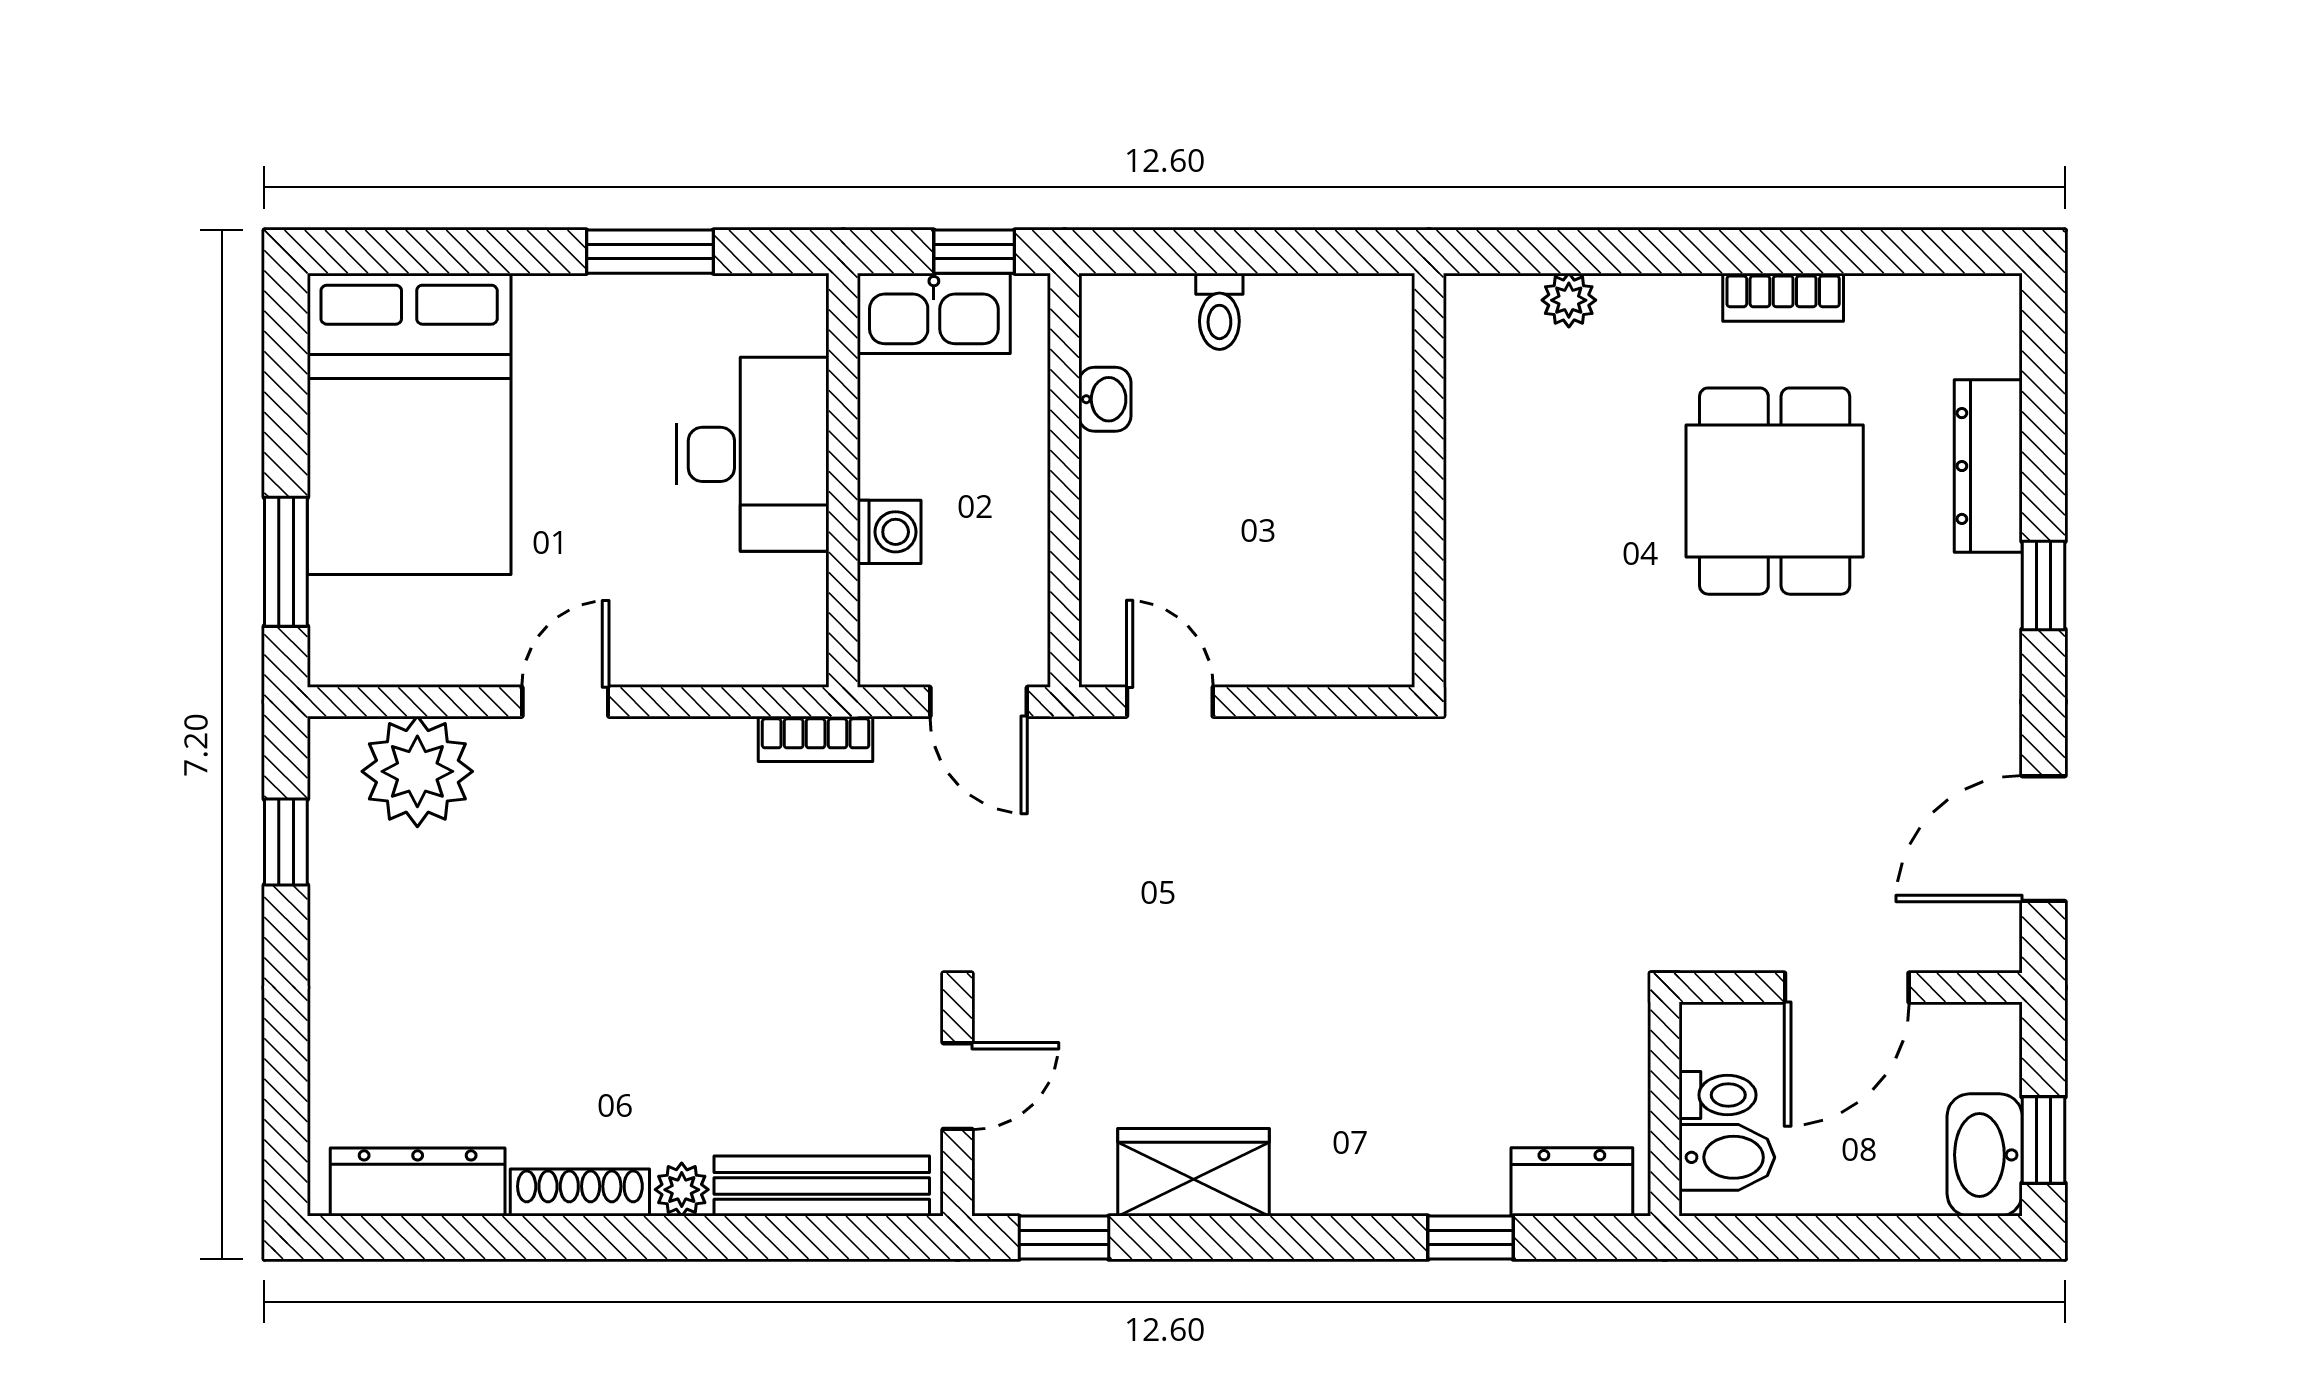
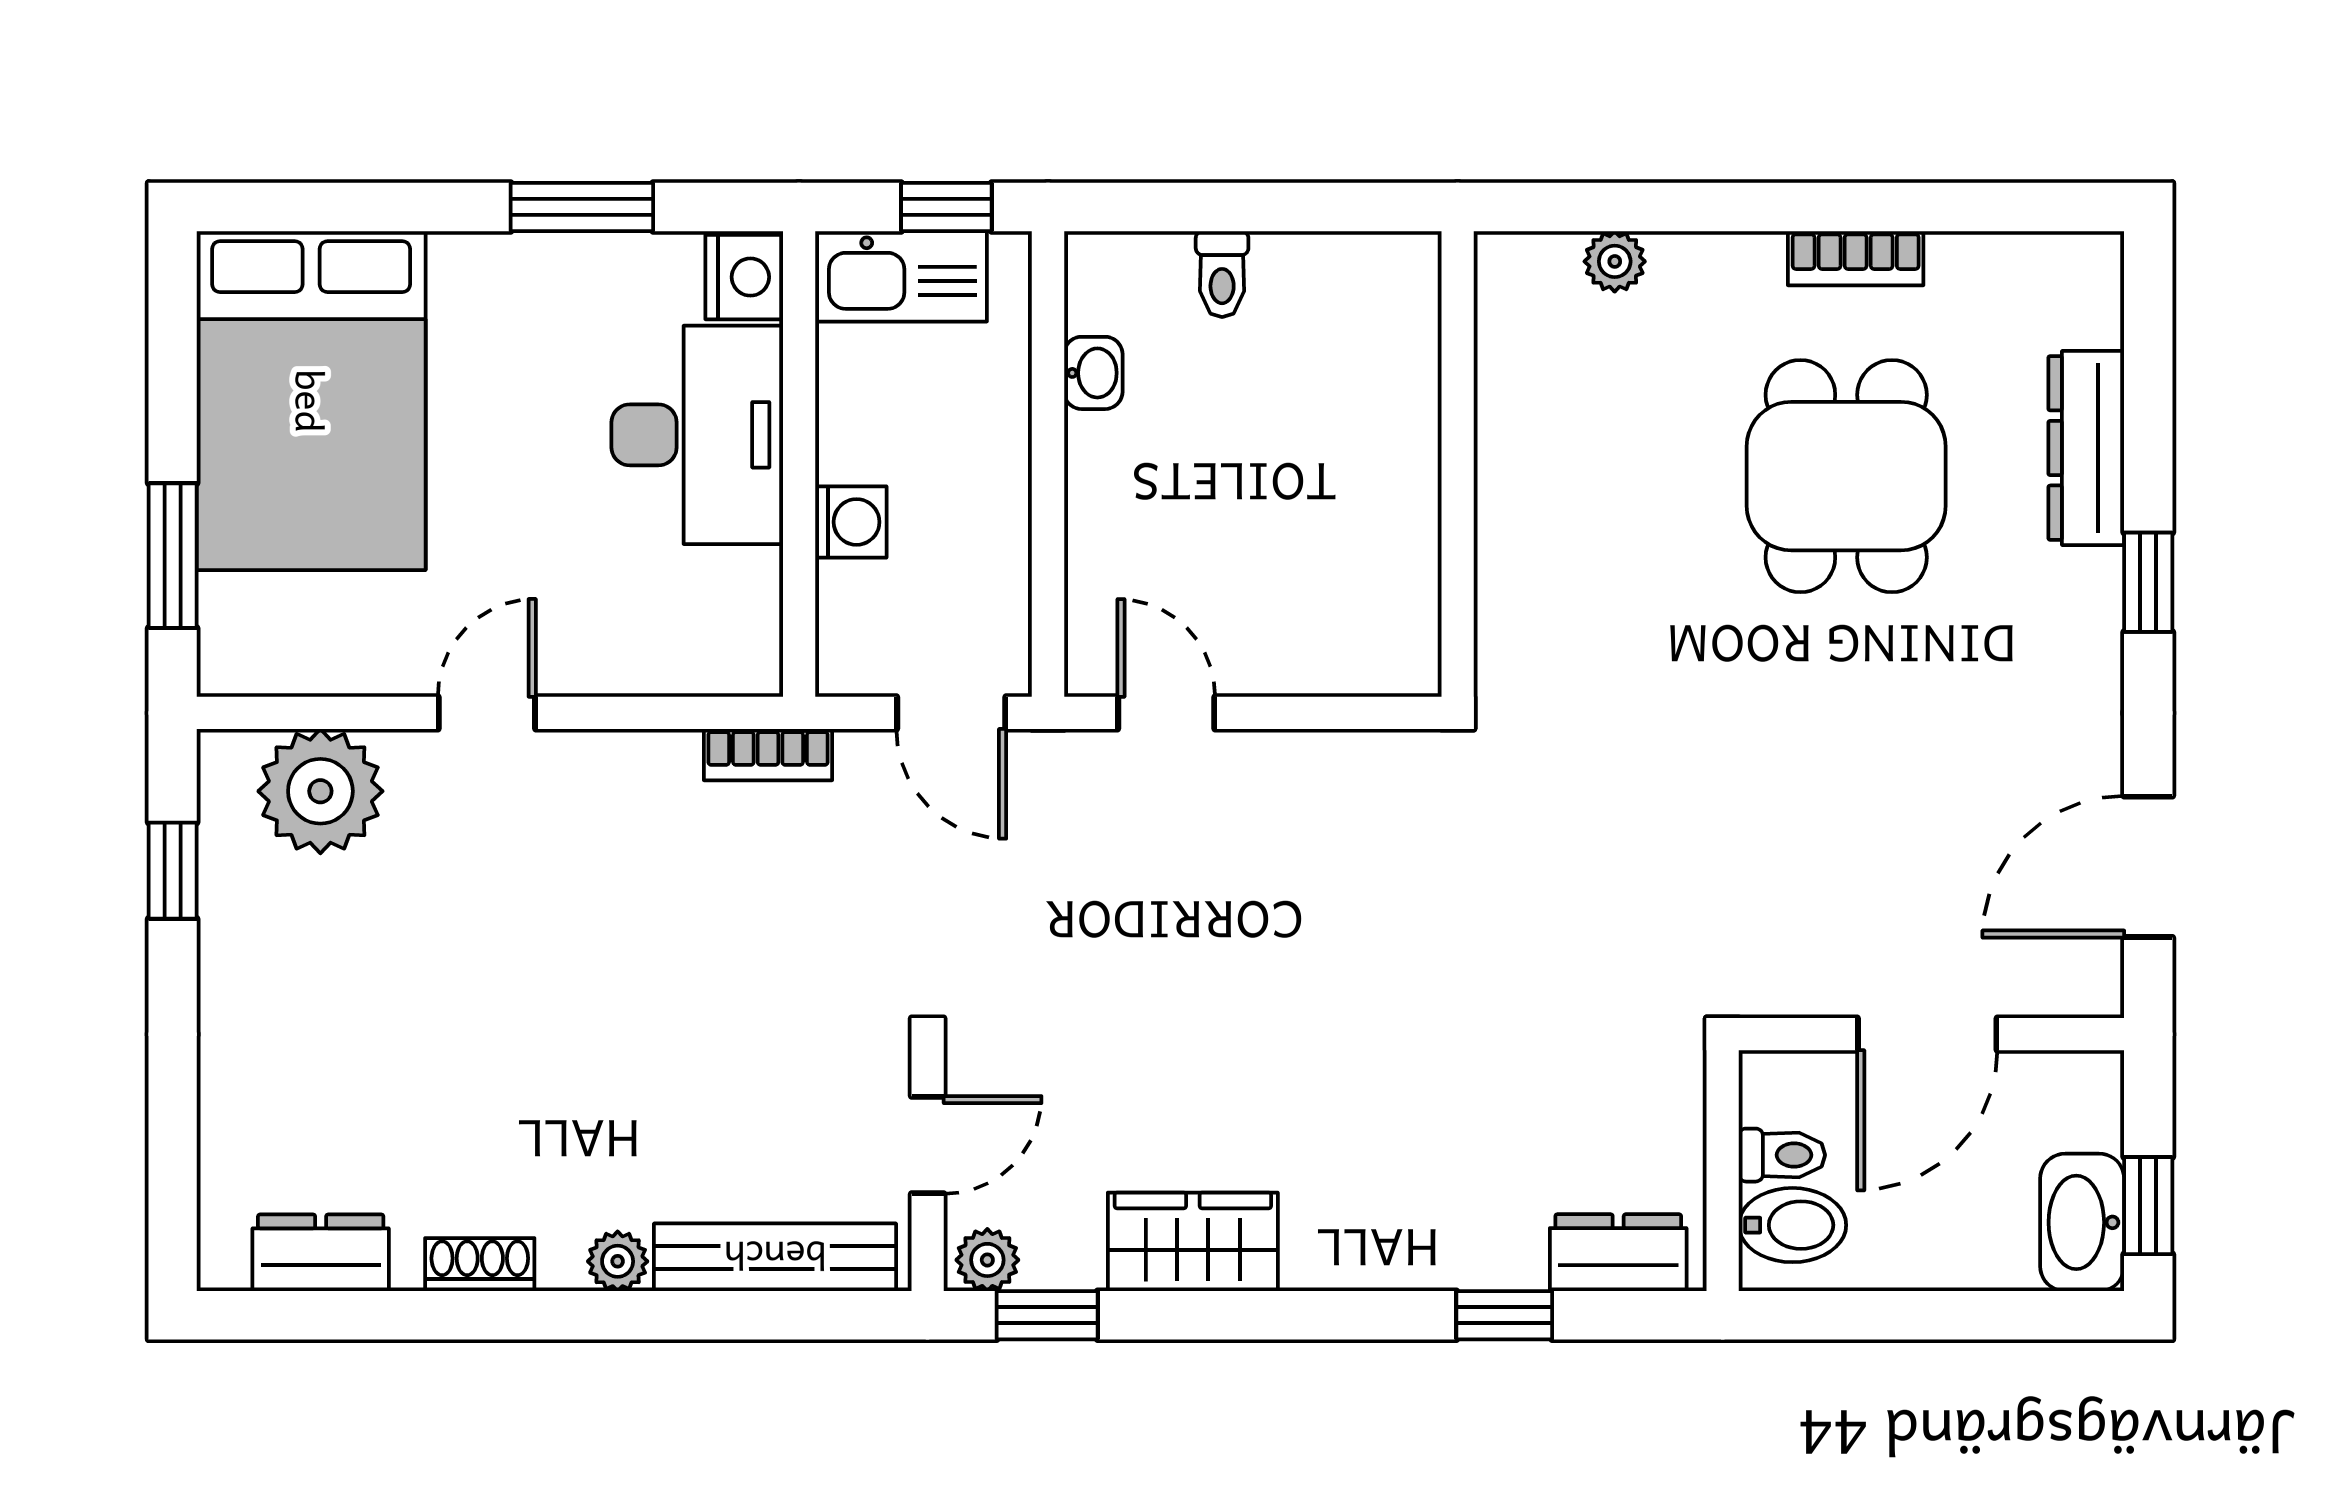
nightstand: (794, 314) -> (744, 277), added
dresser: (418, 1182) -> (321, 1253), width x0.70
plant: (1011, 1188) -> (987, 1260), added
shoe rack: (580, 1193) -> (480, 1265), width x0.70

